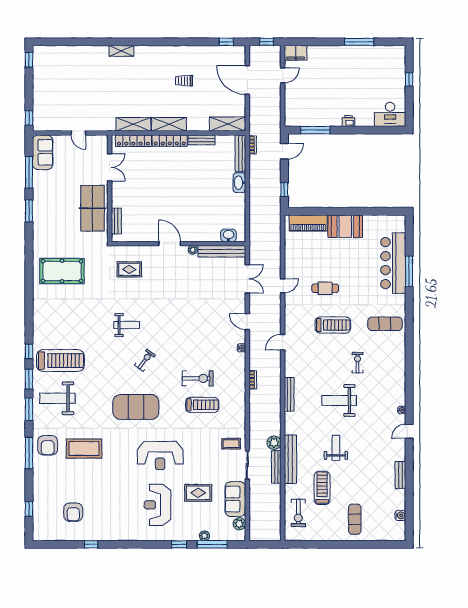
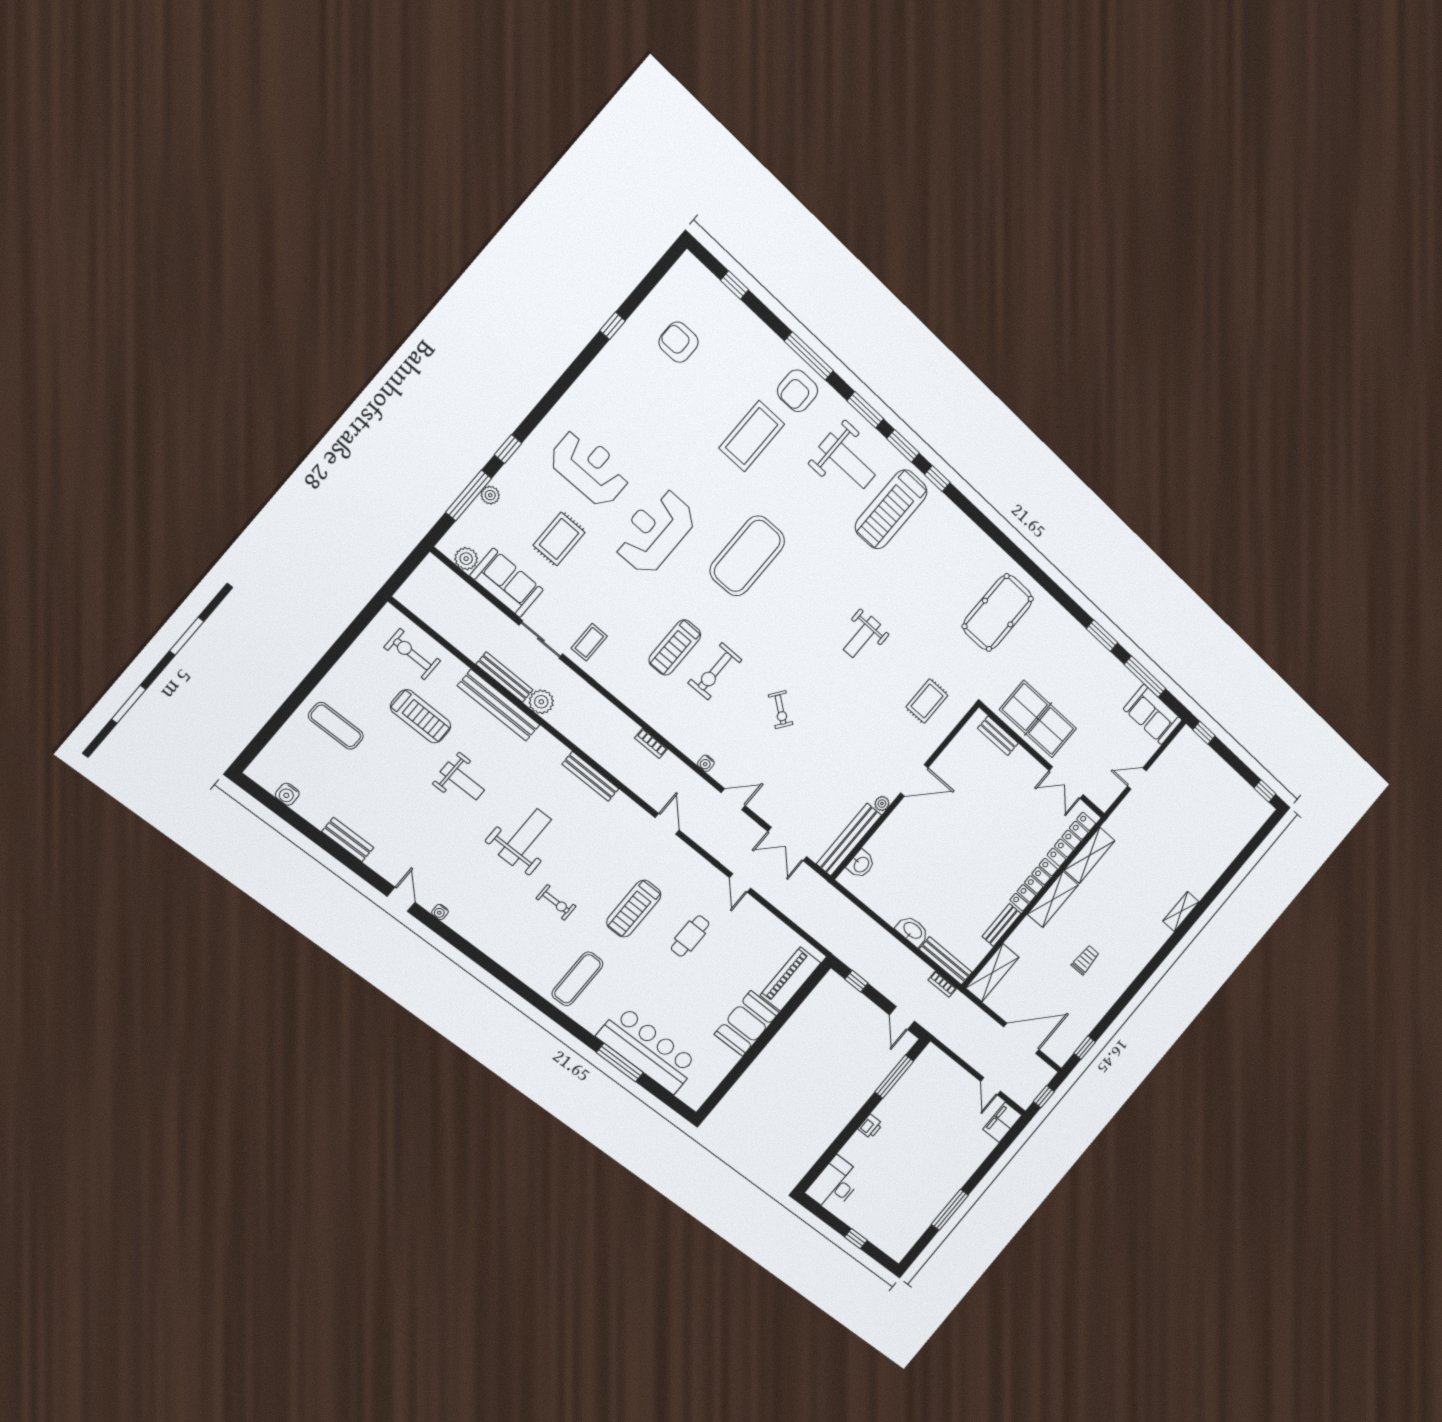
exercise bike: (145, 360) -> (781, 710), moved
weight bench: (57, 398) -> (847, 461), turned 90
armchair: (48, 445) -> (798, 391), turned -90

